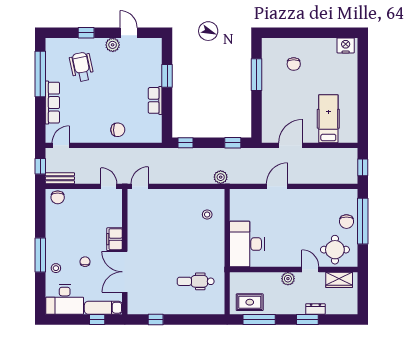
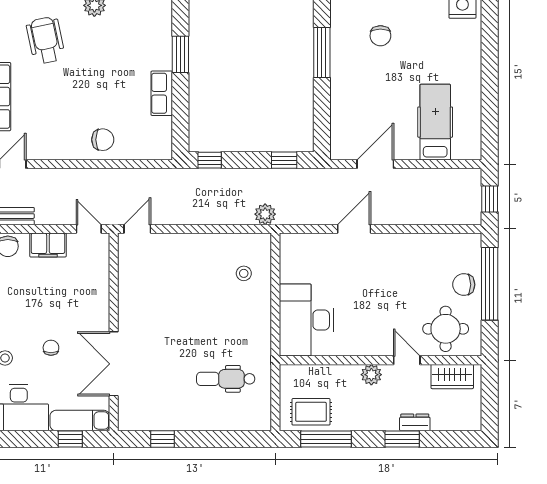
chair: (346, 222) -> (464, 285), turned 90
filing cabinet: (115, 239) -> (48, 245), moved, turned -90

